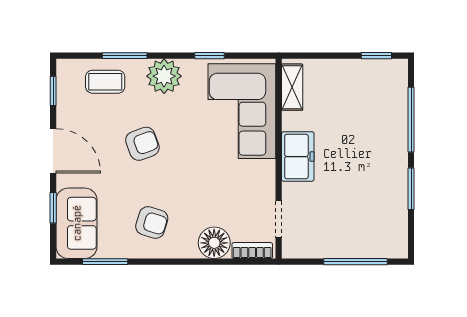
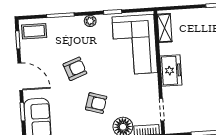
plant: (164, 76) -> (90, 21), width x0.53, depth x0.53
coffee table: (105, 82) -> (34, 31), moved
armchair: (152, 222) -> (96, 103), moved

